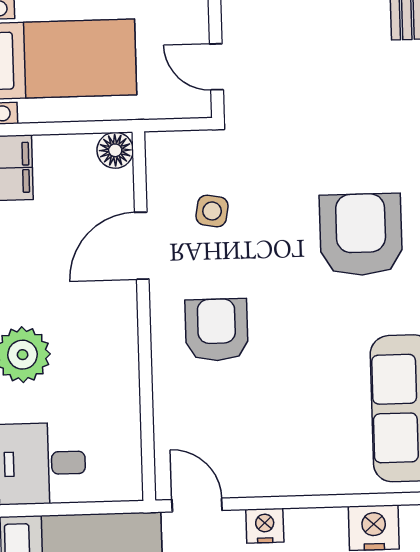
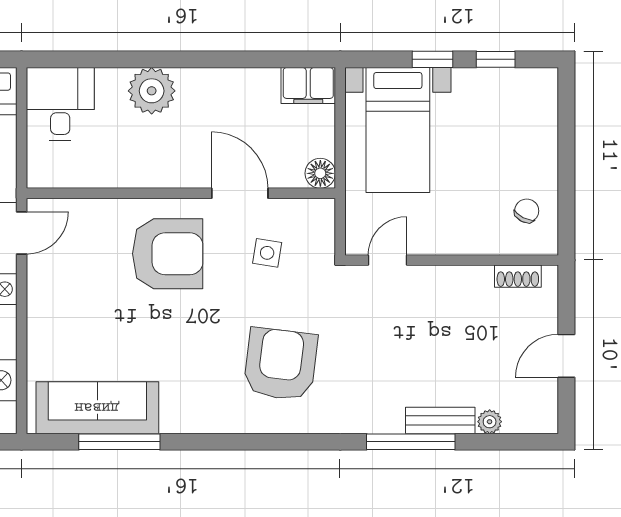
armchair: (361, 235) -> (280, 364), moved, turned -83
armchair: (217, 330) -> (168, 254), width x1.36, depth x1.36

